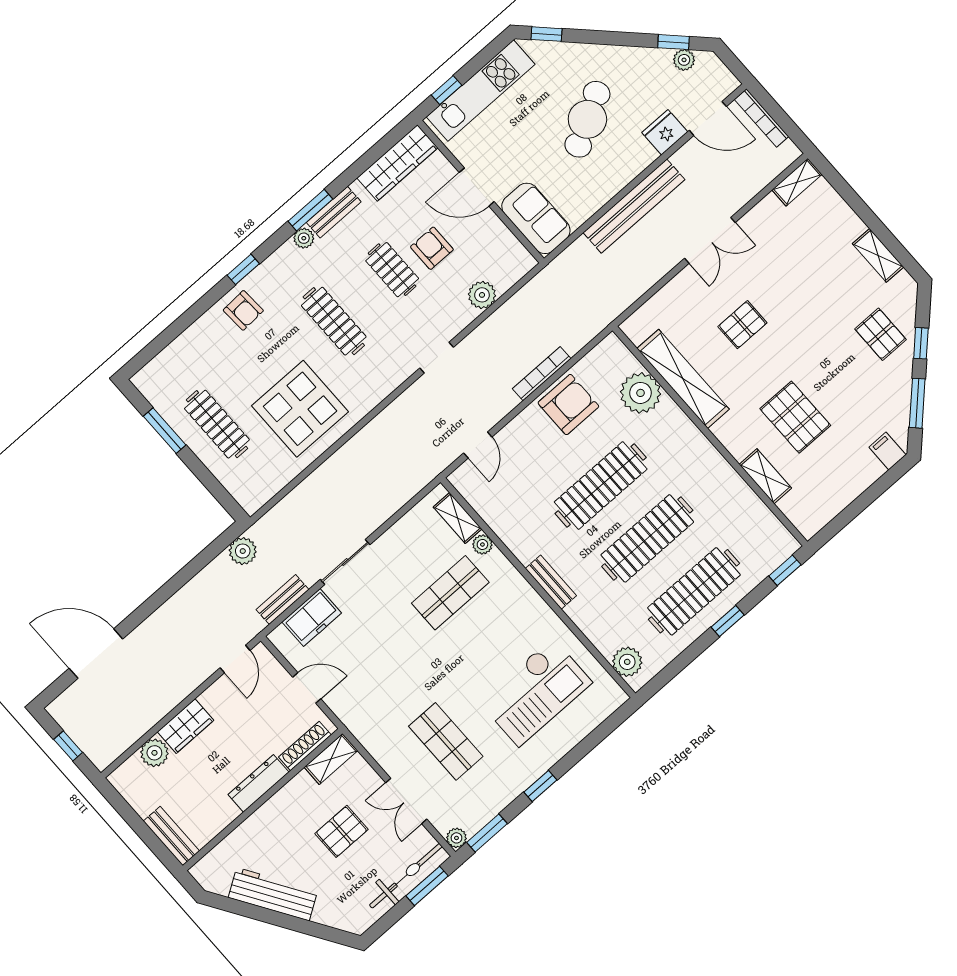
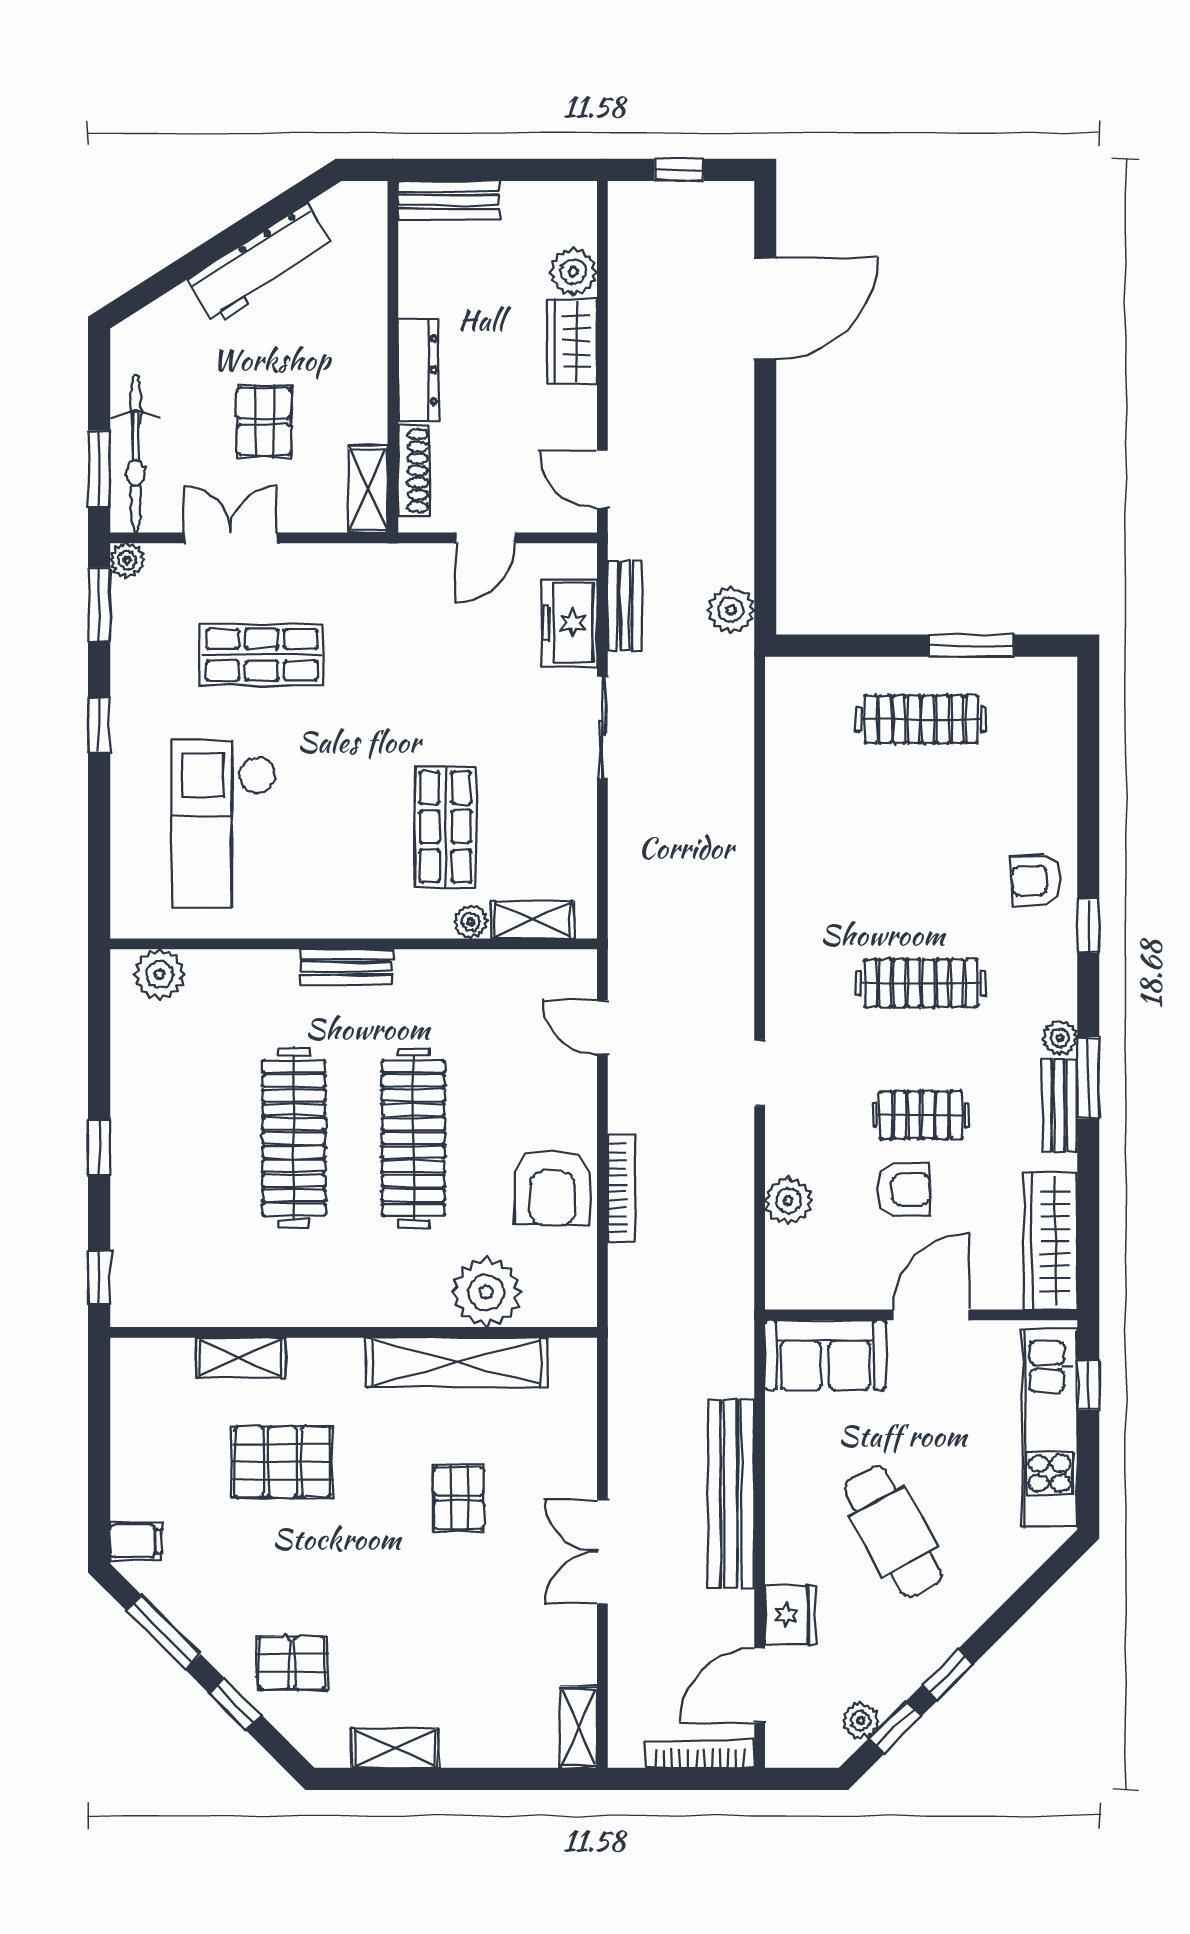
window: (547, 34) -> (948, 1675), moved
display table: (300, 409) -> (848, 842), removed
clothes rail: (694, 591) -> (174, 1138), removed

